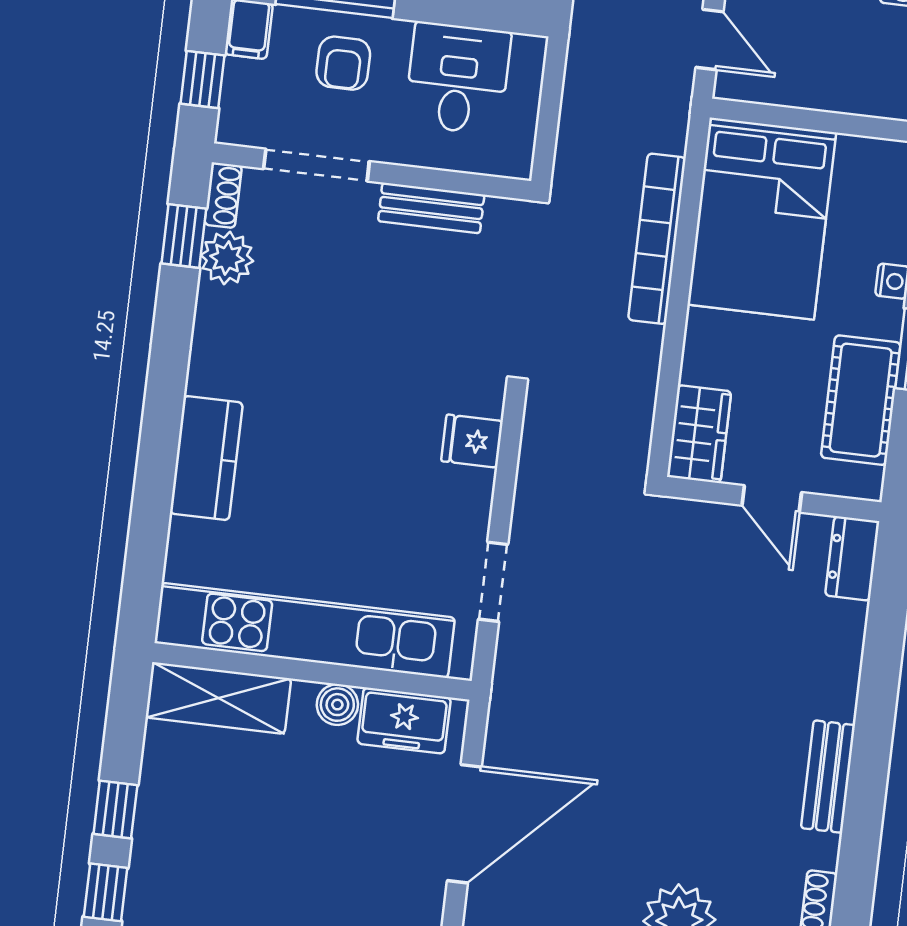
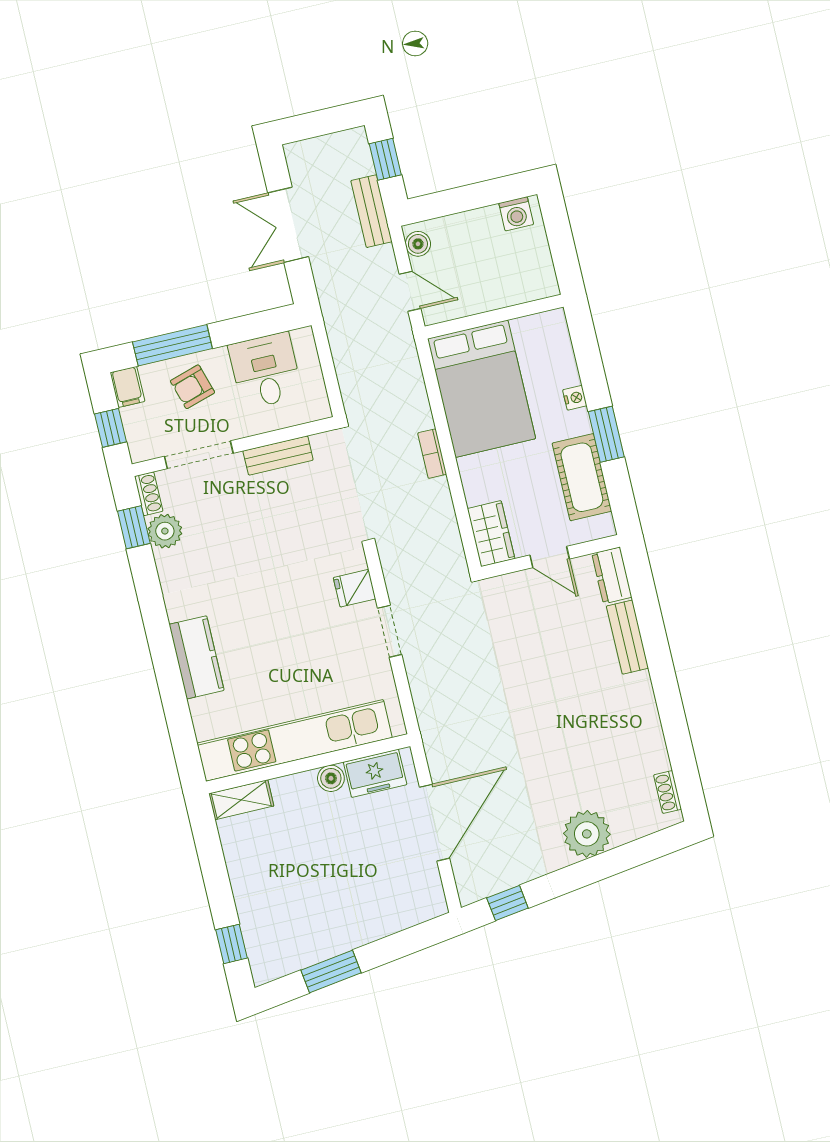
armchair: (343, 63) -> (192, 387), turned 73
bookcase: (657, 239) -> (432, 454), width x0.43, depth x0.76
doorway: (493, 582) -> (390, 631), moved
shelving: (218, 698) -> (241, 800), width x0.67, depth x0.75
bench: (828, 777) -> (627, 637), moved
window: (115, 809) -> (219, 891), removed

